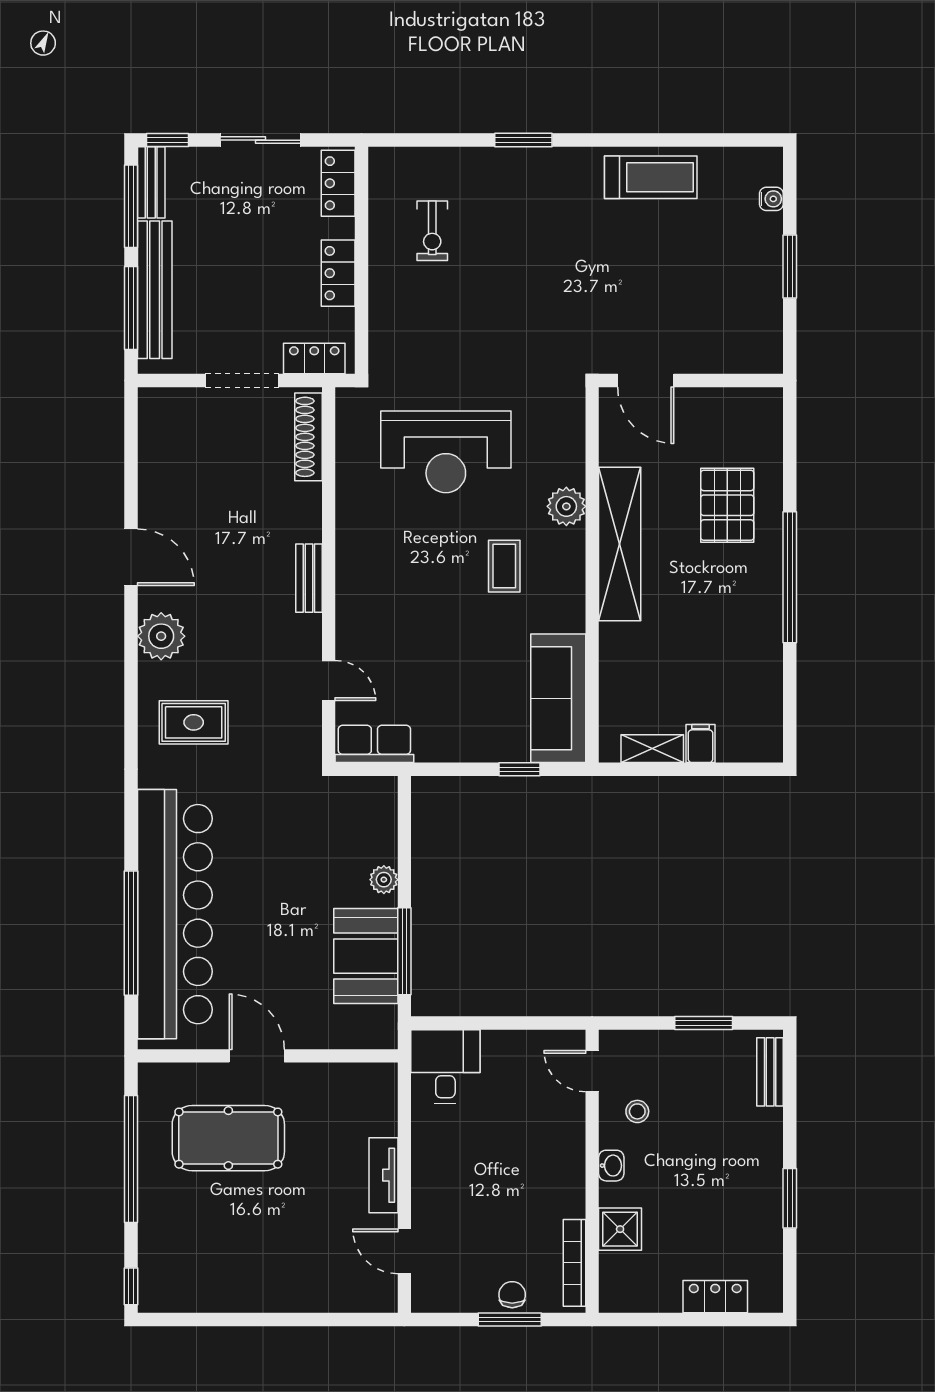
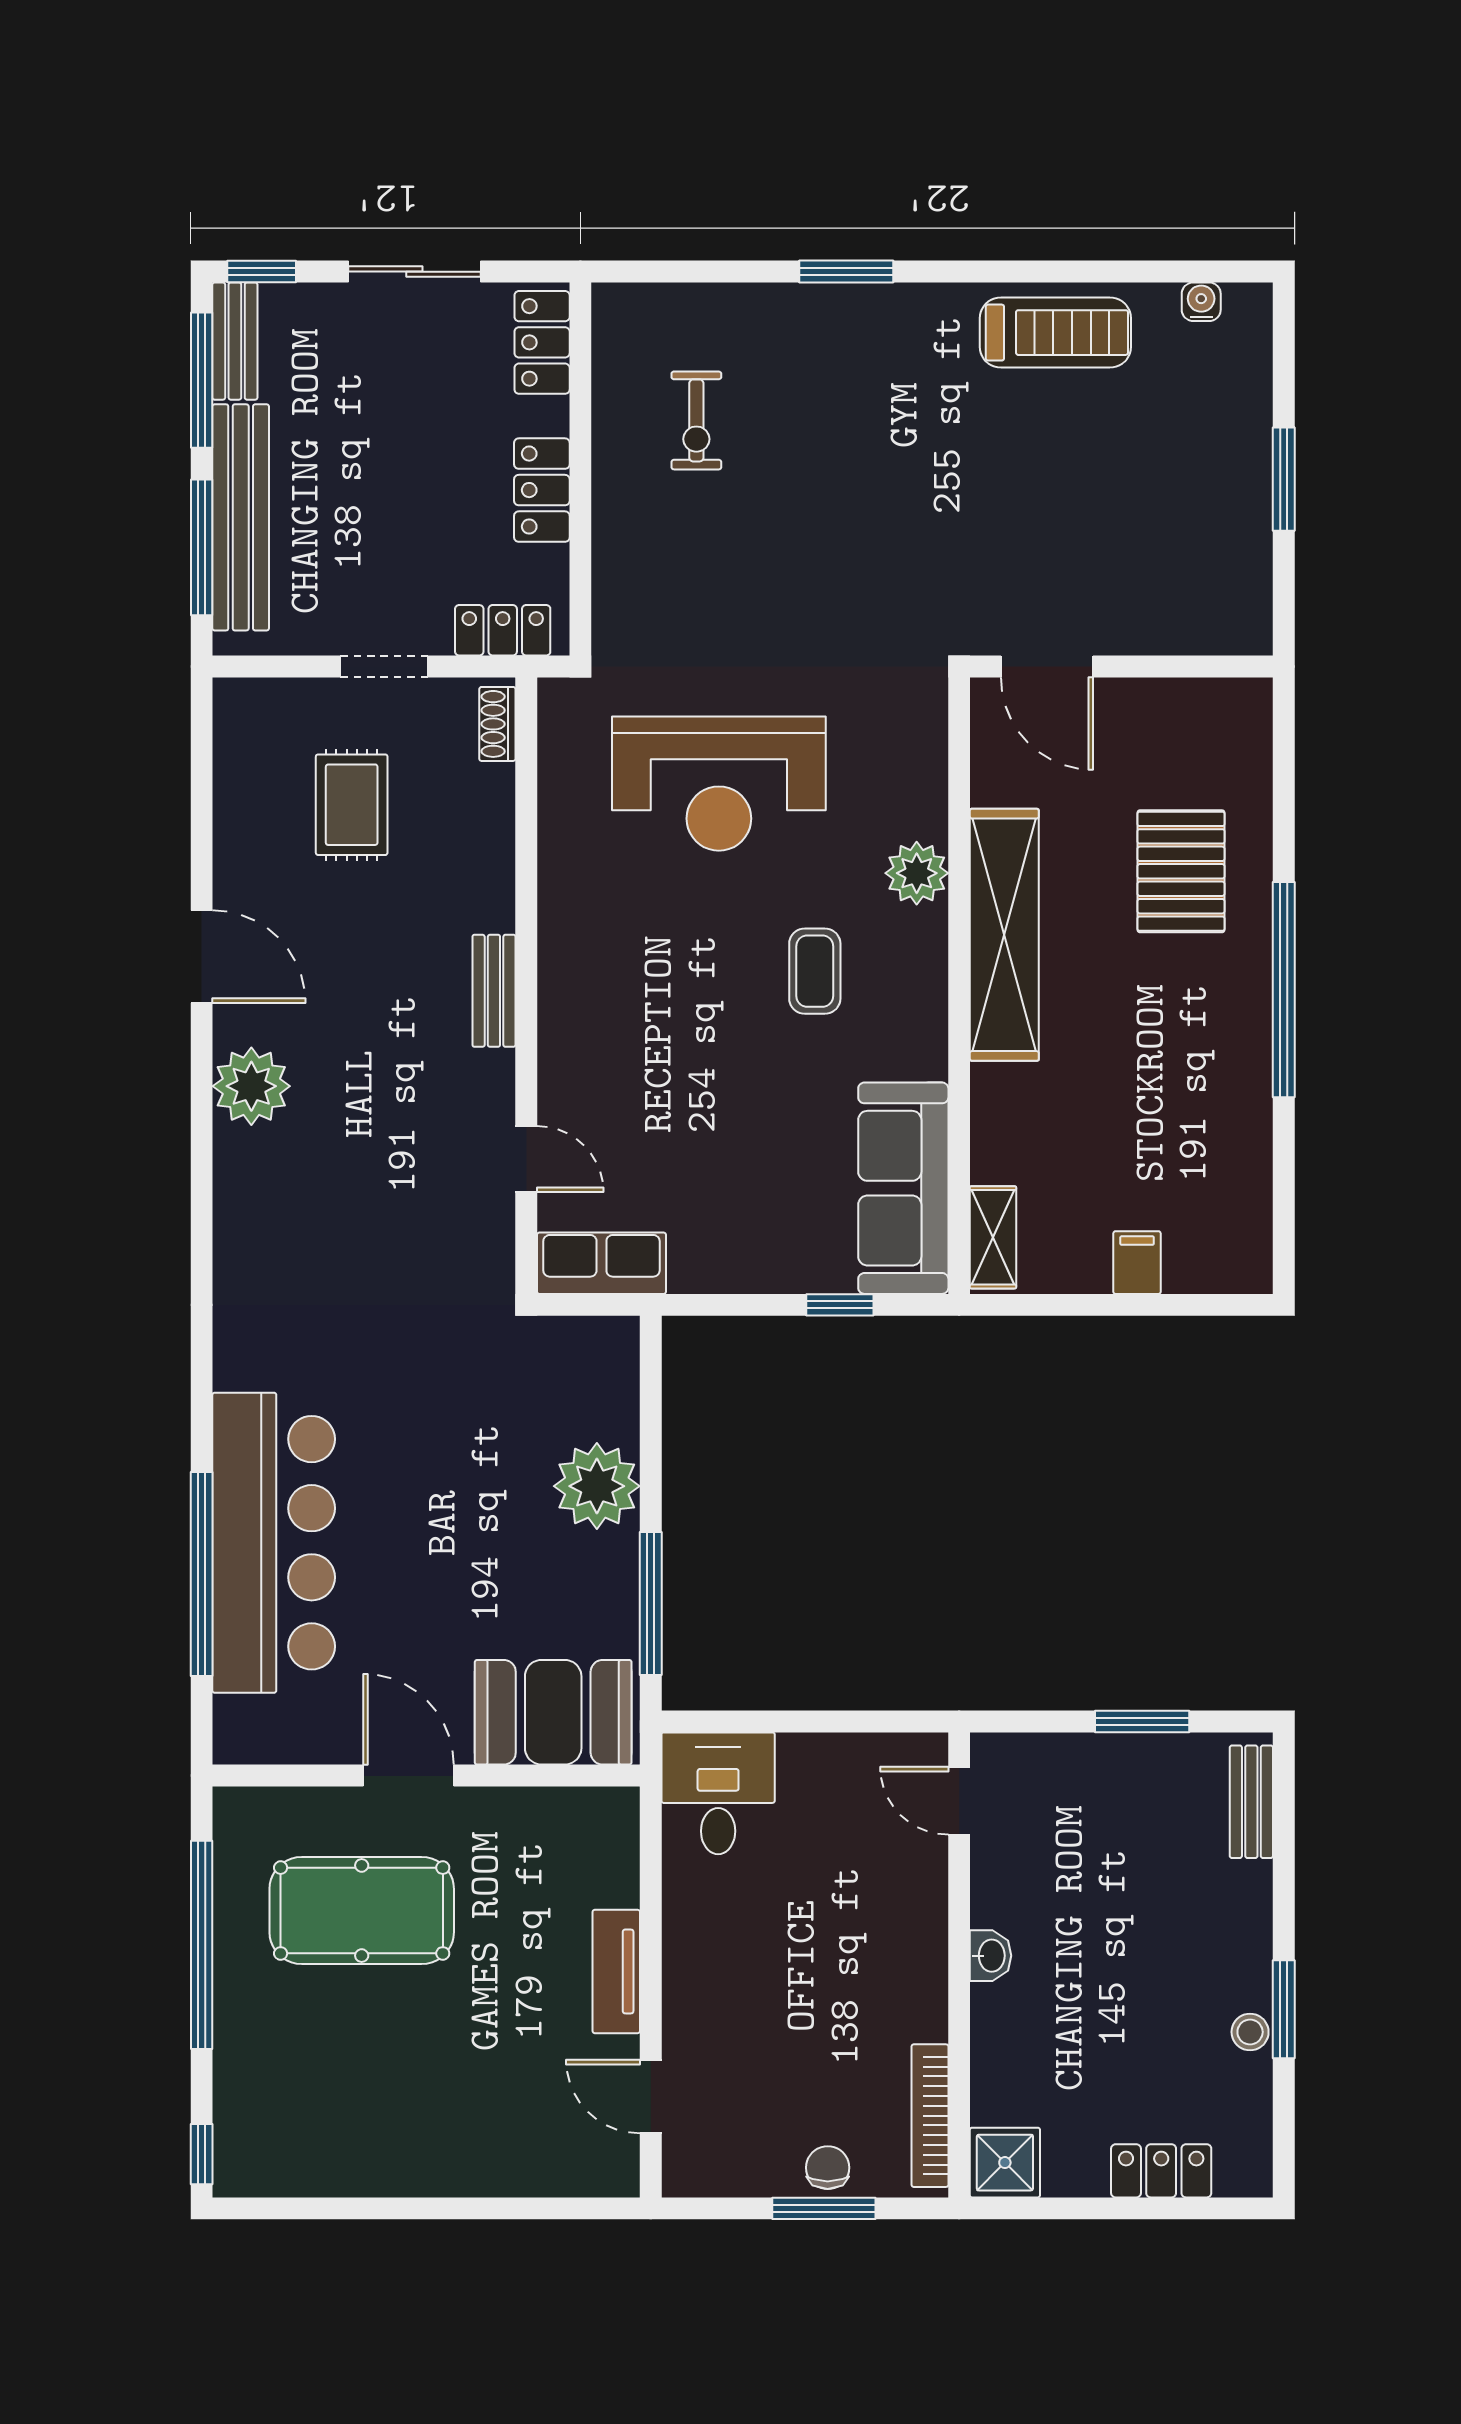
water cooler: (771, 199) -> (1201, 302), moved, turned -90
doorway: (242, 381) -> (384, 666), width x0.73
shoe rack: (308, 437) -> (497, 724), width x0.51, depth x0.81
rug: (194, 722) -> (352, 805), moved, turned 90
shelving: (652, 749) -> (993, 1237), moved, turned 90
plant: (384, 880) -> (597, 1486), width x1.88, depth x1.88
bar counter: (175, 914) -> (274, 1543), width x0.73
booth: (366, 956) -> (553, 1712), moved, turned 90
stool: (637, 1111) -> (1250, 2032), moved
shower: (620, 1229) -> (1005, 2163), moved

